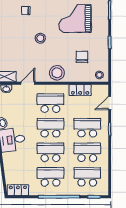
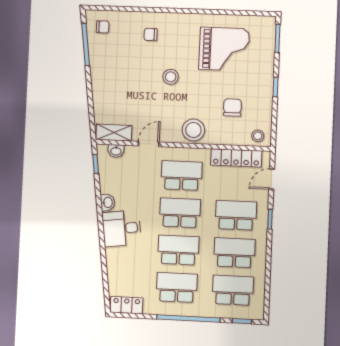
grand piano: (75, 18) -> (224, 49), turned 180
locker: (80, 90) -> (236, 158), width x1.53

